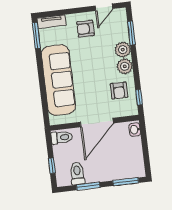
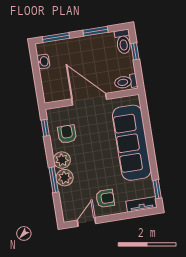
window: (131, 33) -> (54, 180), moved
window: (36, 35) -> (157, 189), width x0.67
door: (97, 123) -> (89, 99), hinge flipped
washbasin: (135, 130) -> (43, 61), moved
toilet: (77, 173) -> (123, 42), moved

